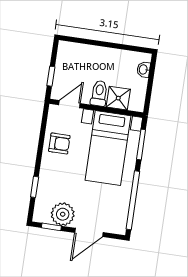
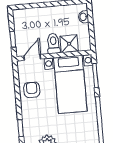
armchair: (59, 143) -> (32, 90), turned -90

